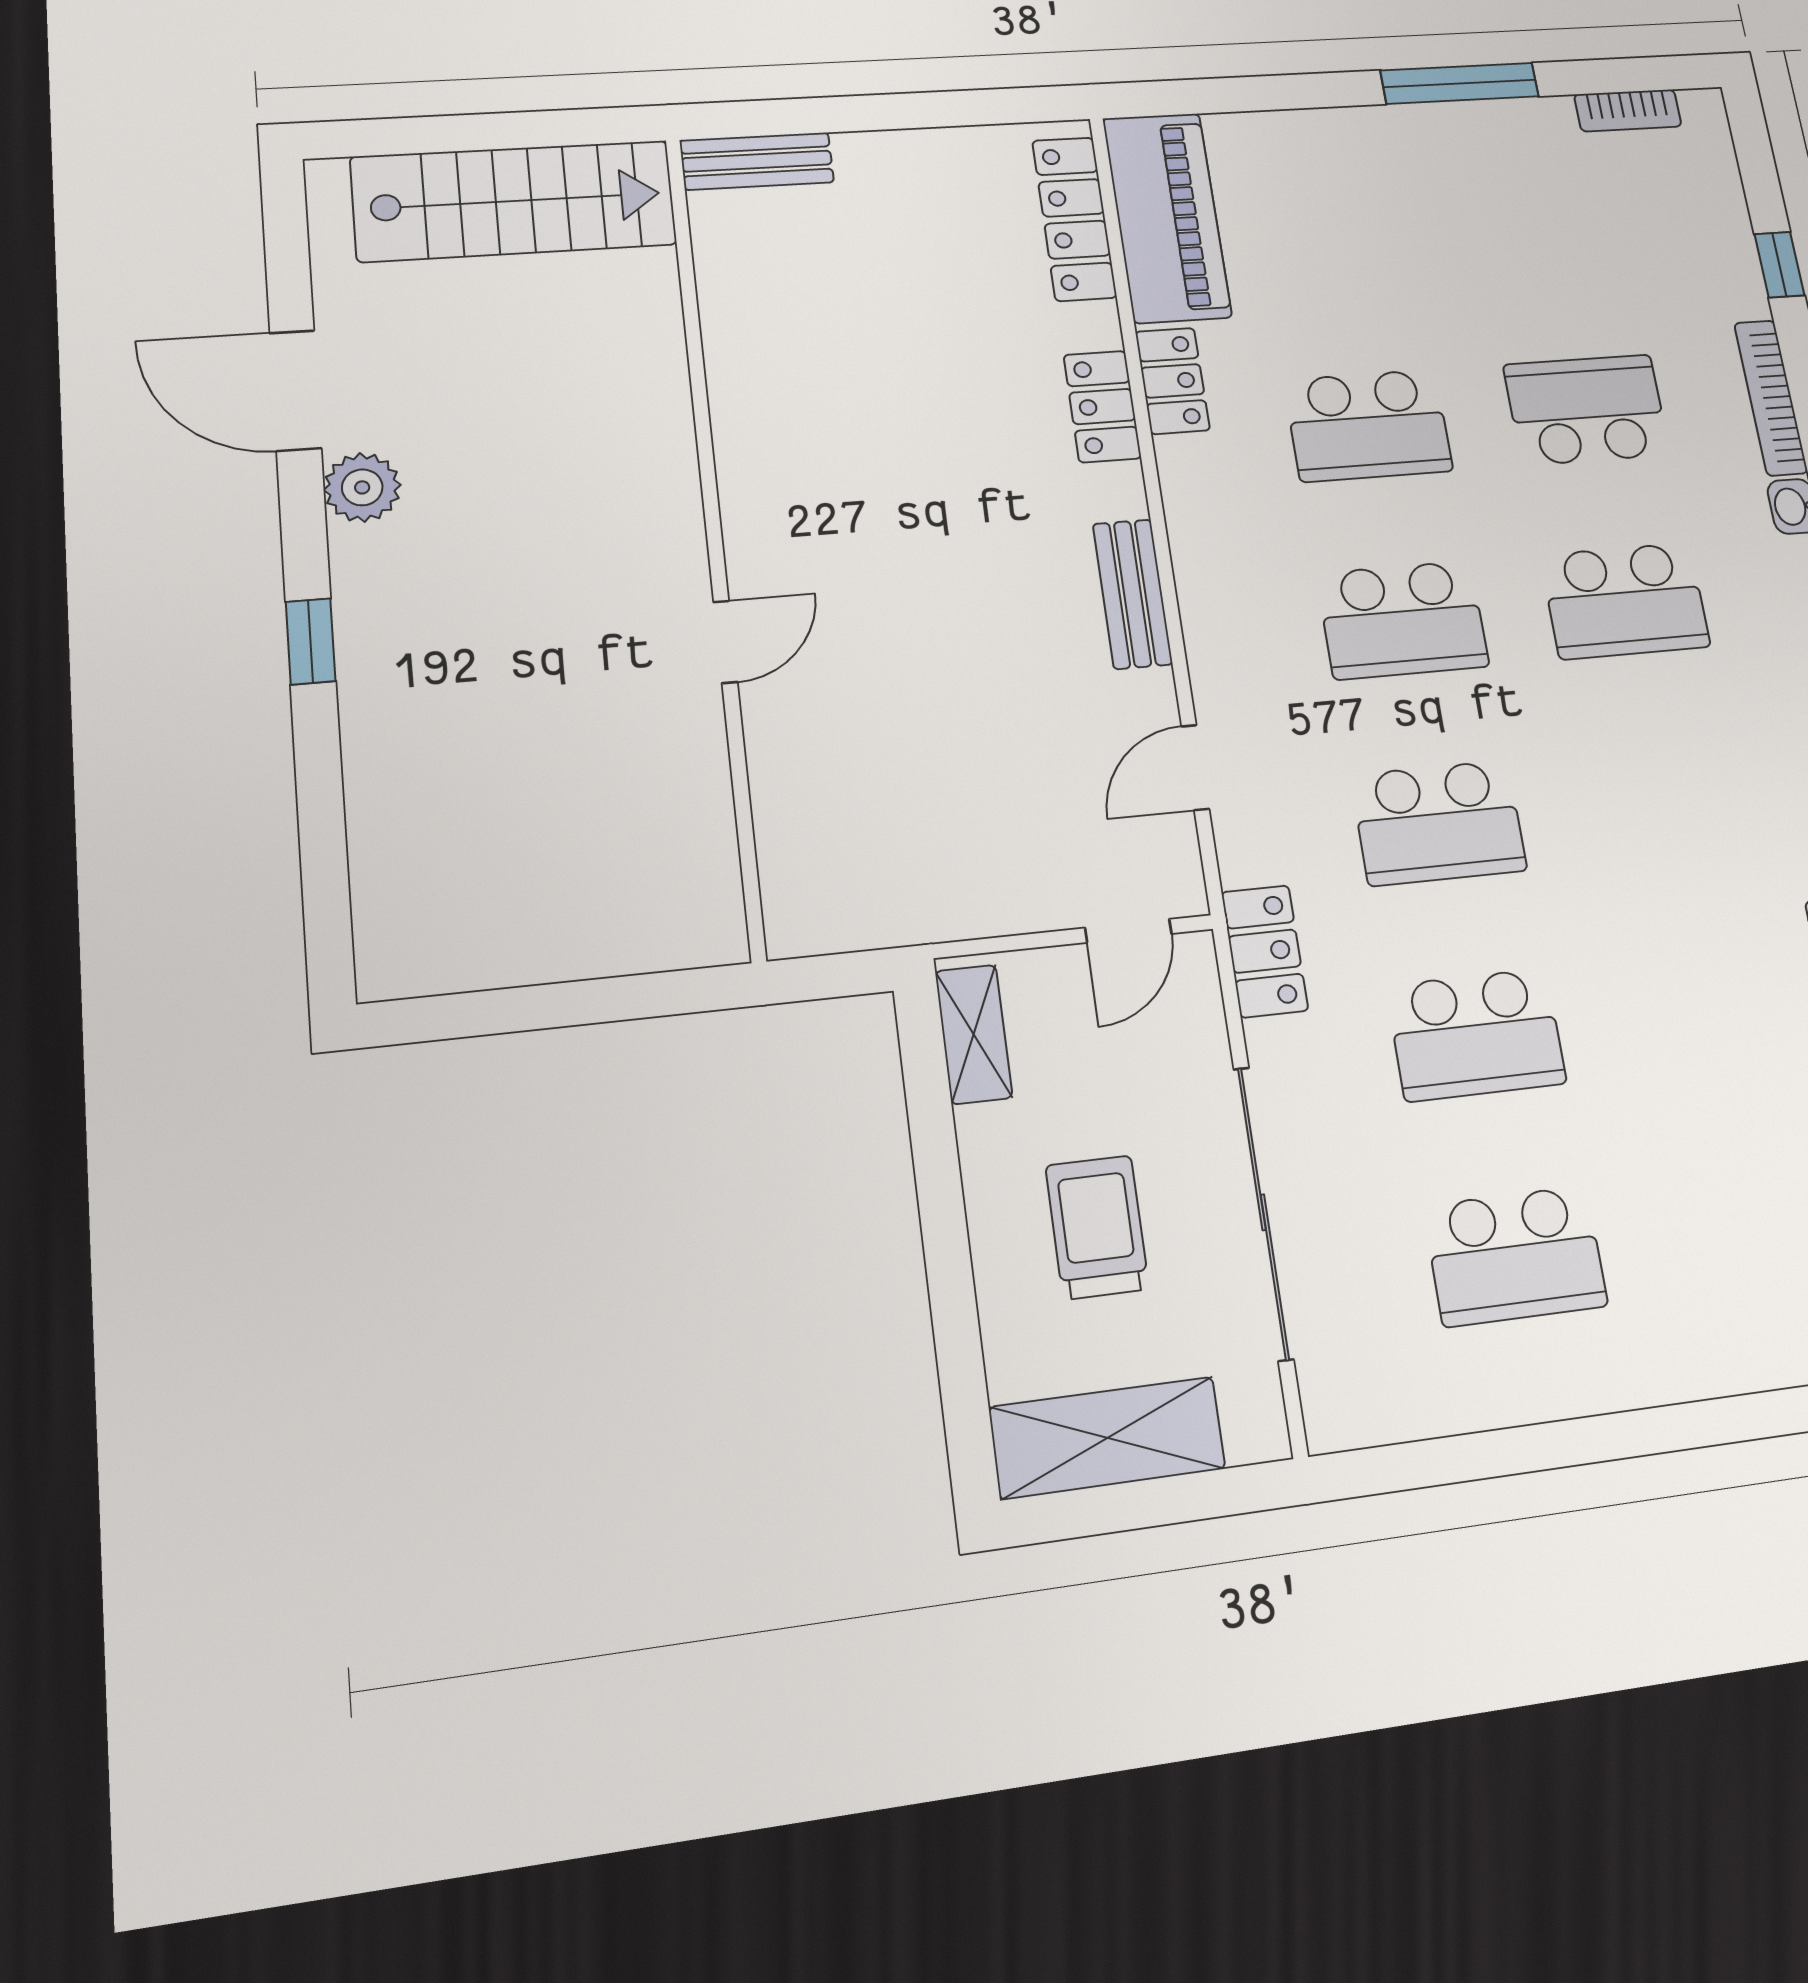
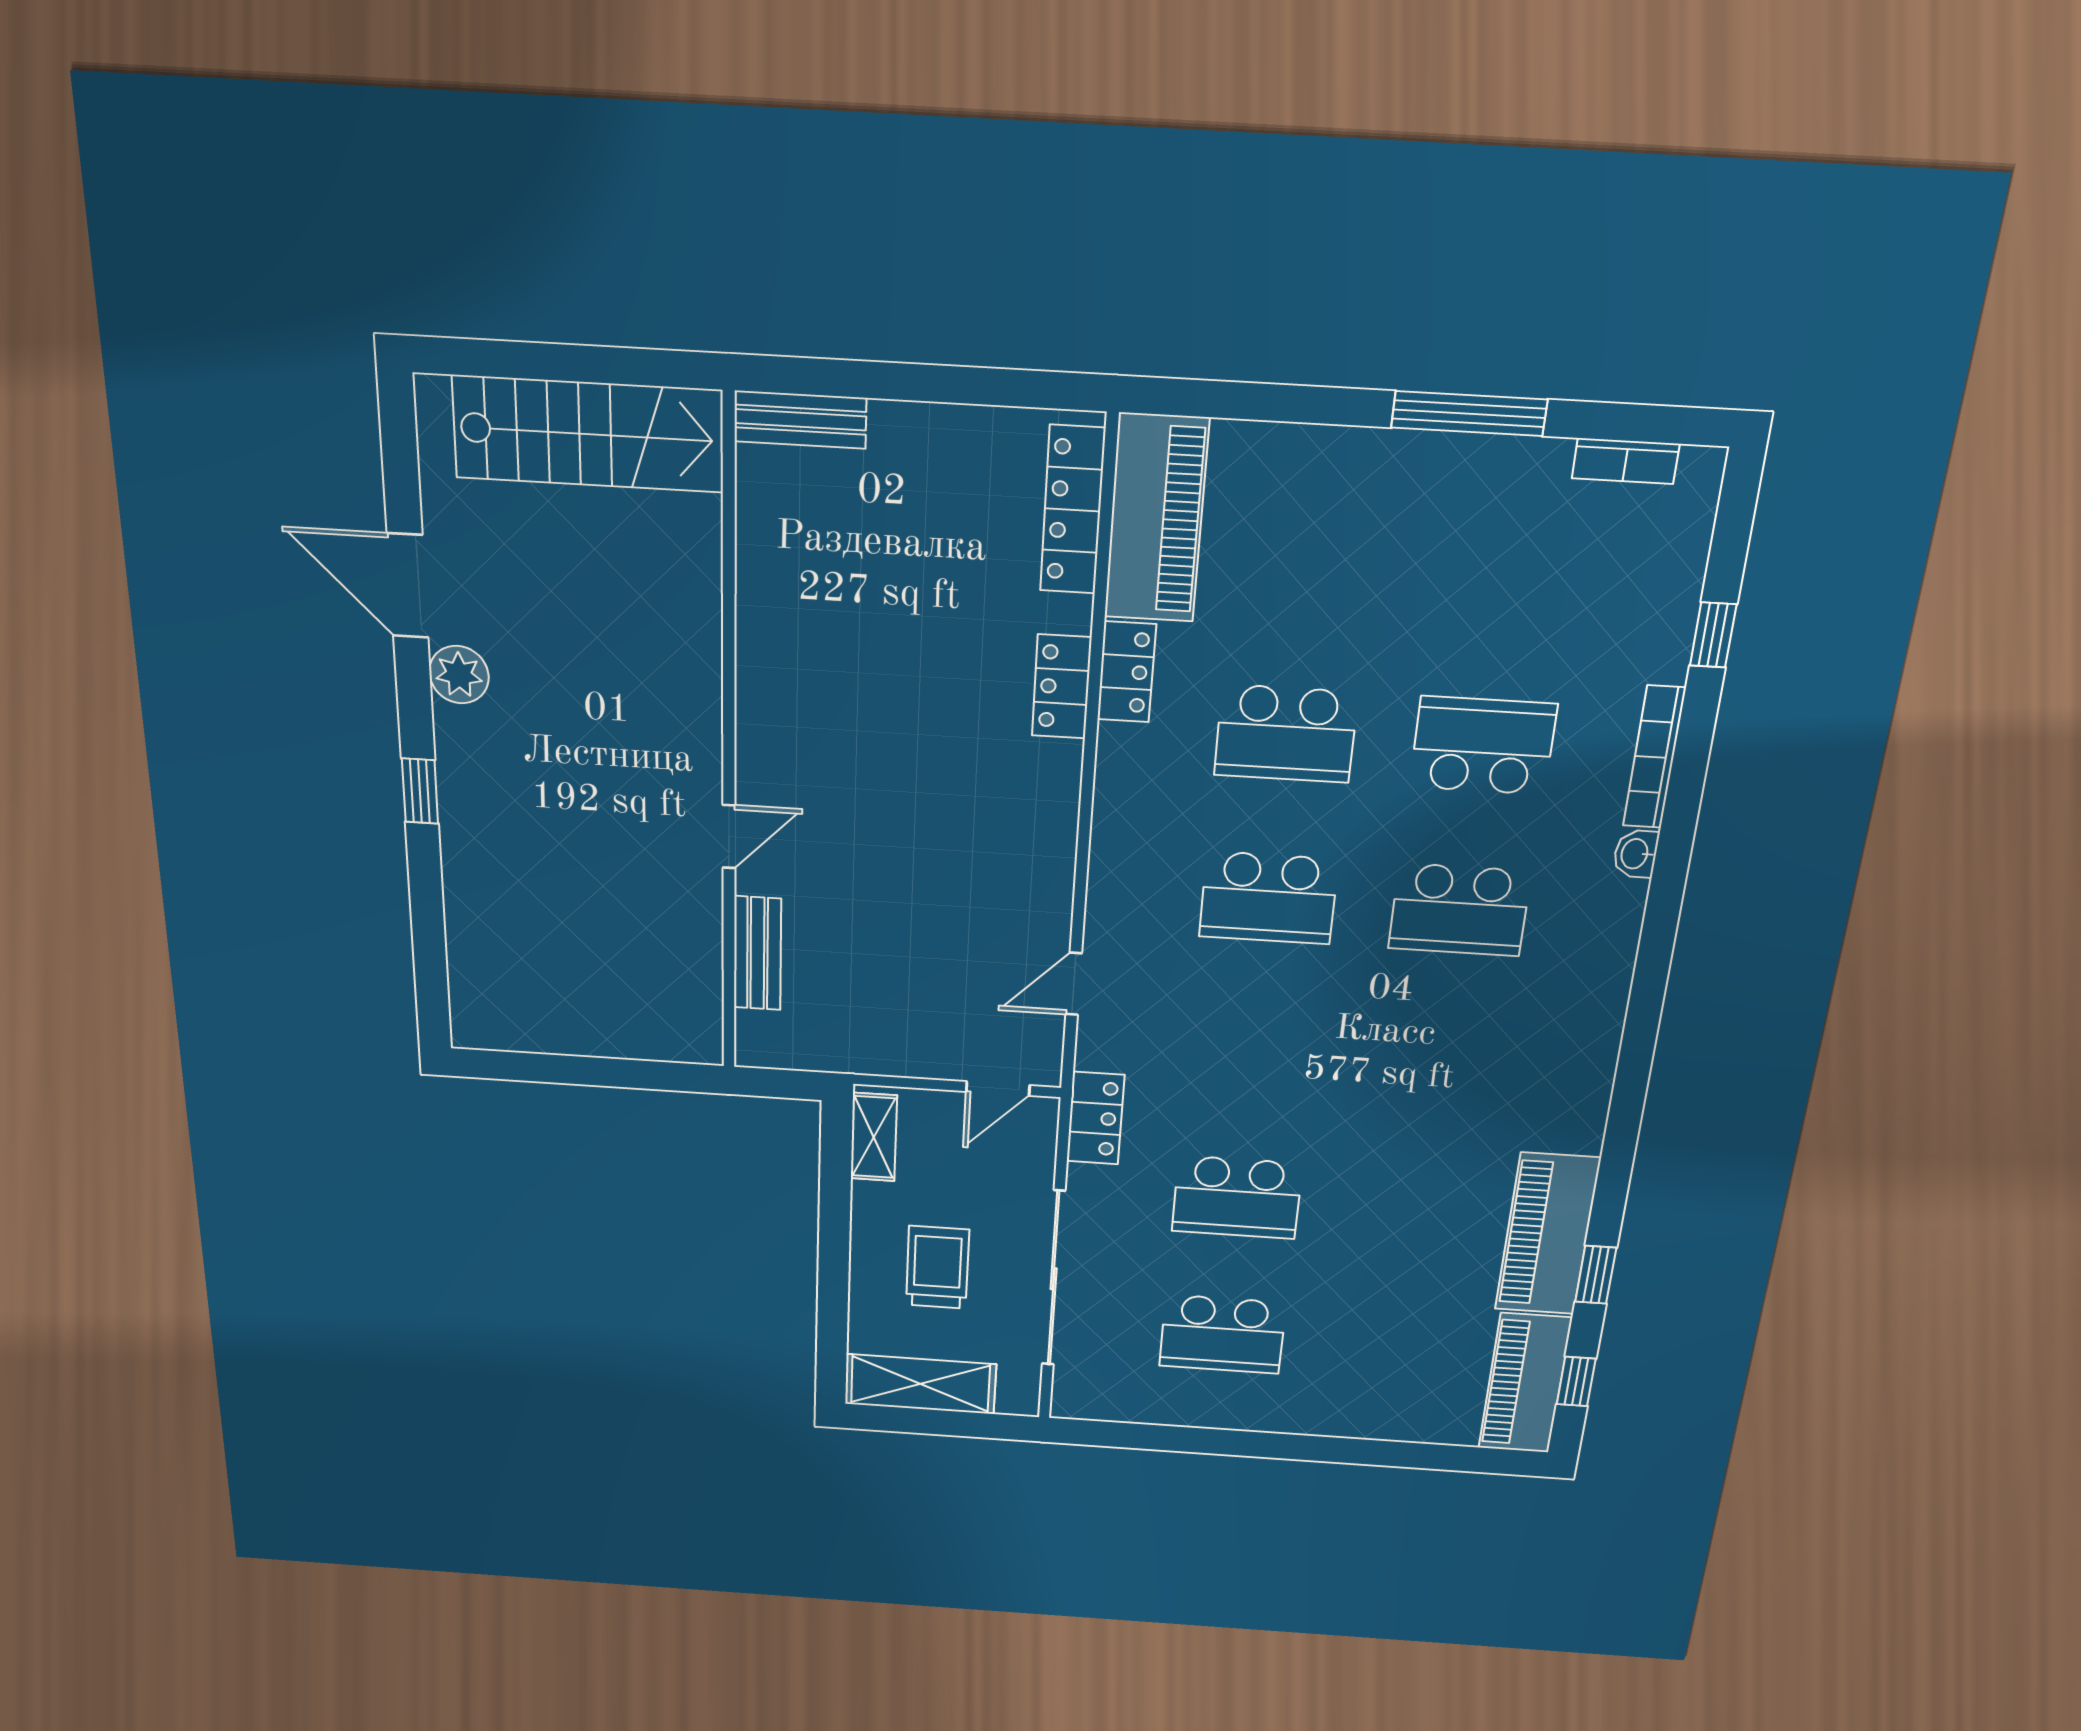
bench: (1132, 594) -> (757, 953), moved
school desk: (1439, 823) -> (1252, 1052), removed

